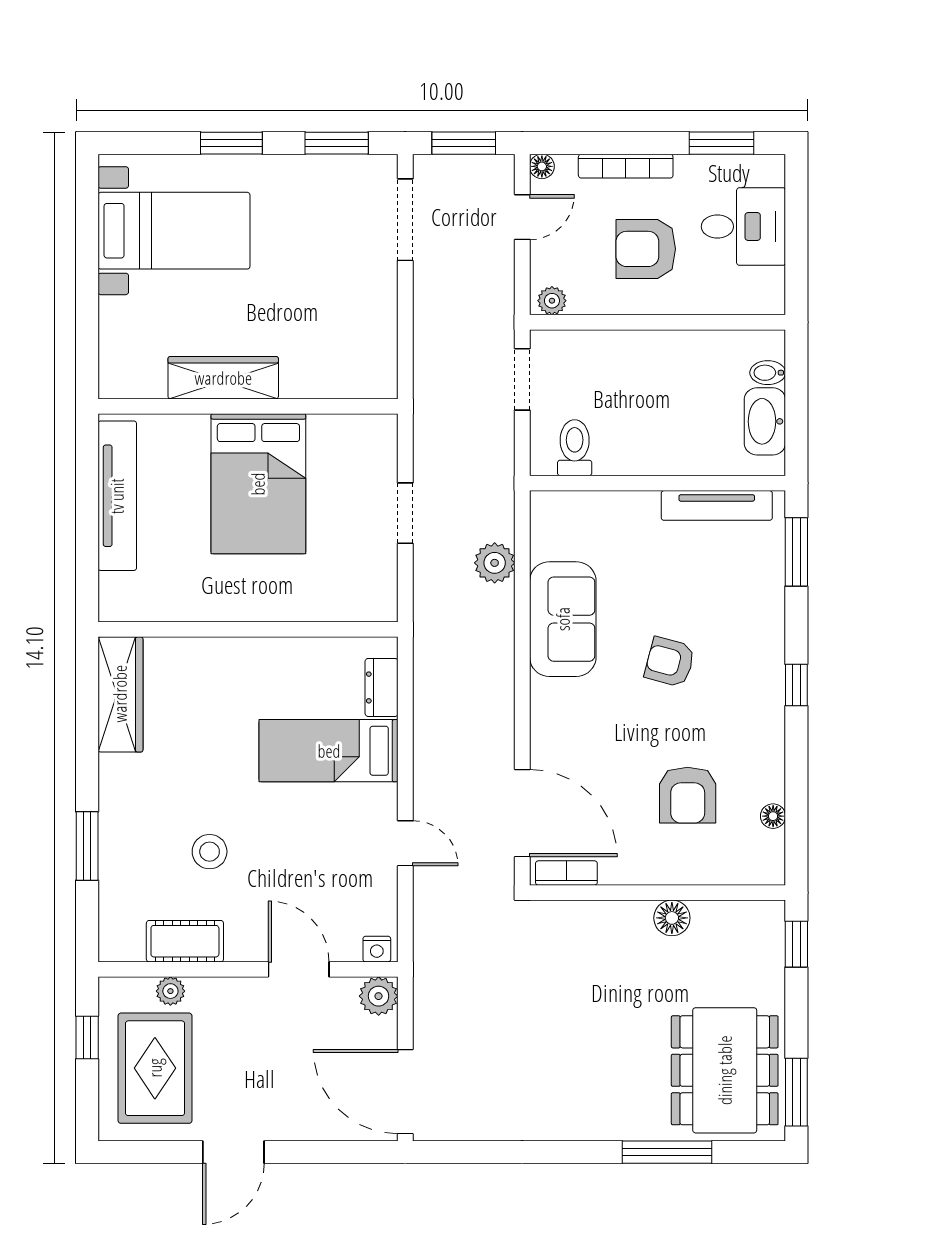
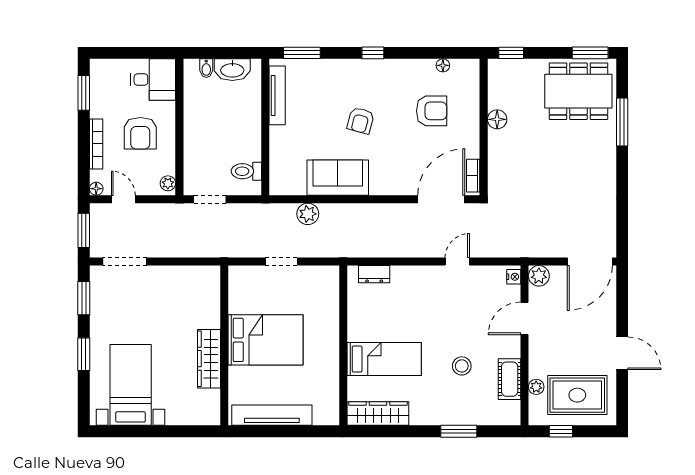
desk: (743, 227) -> (153, 80), moved, turned 90
bed: (329, 751) -> (384, 359), moved, turned -90

